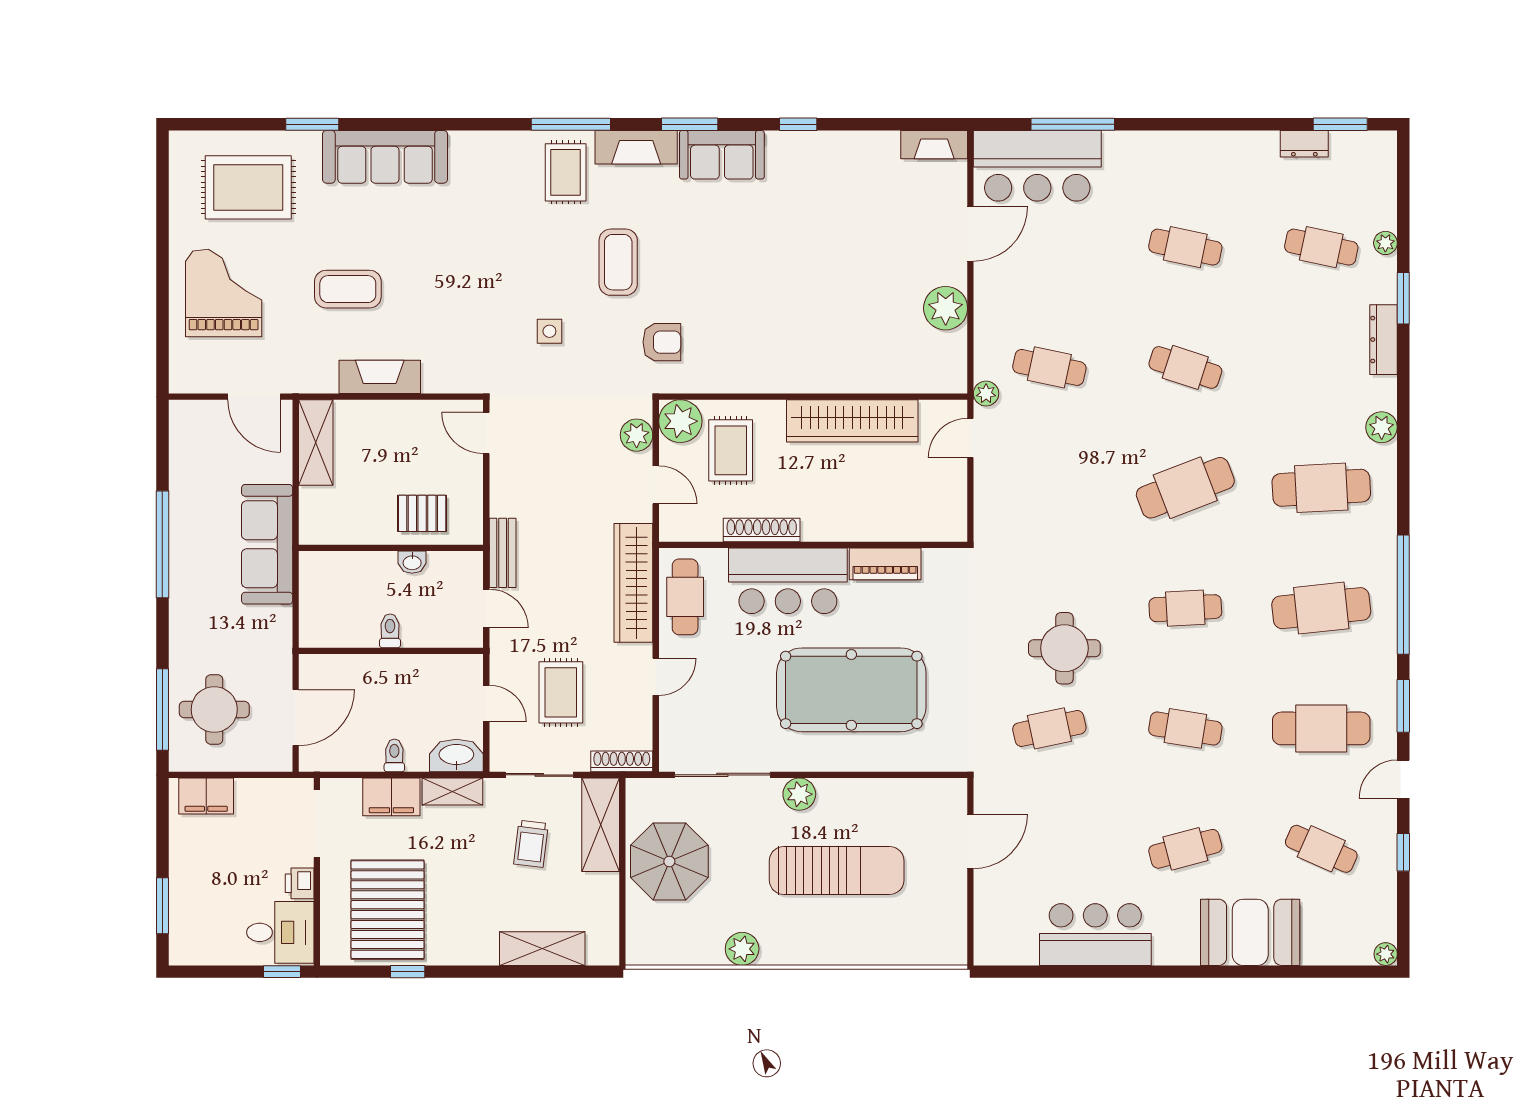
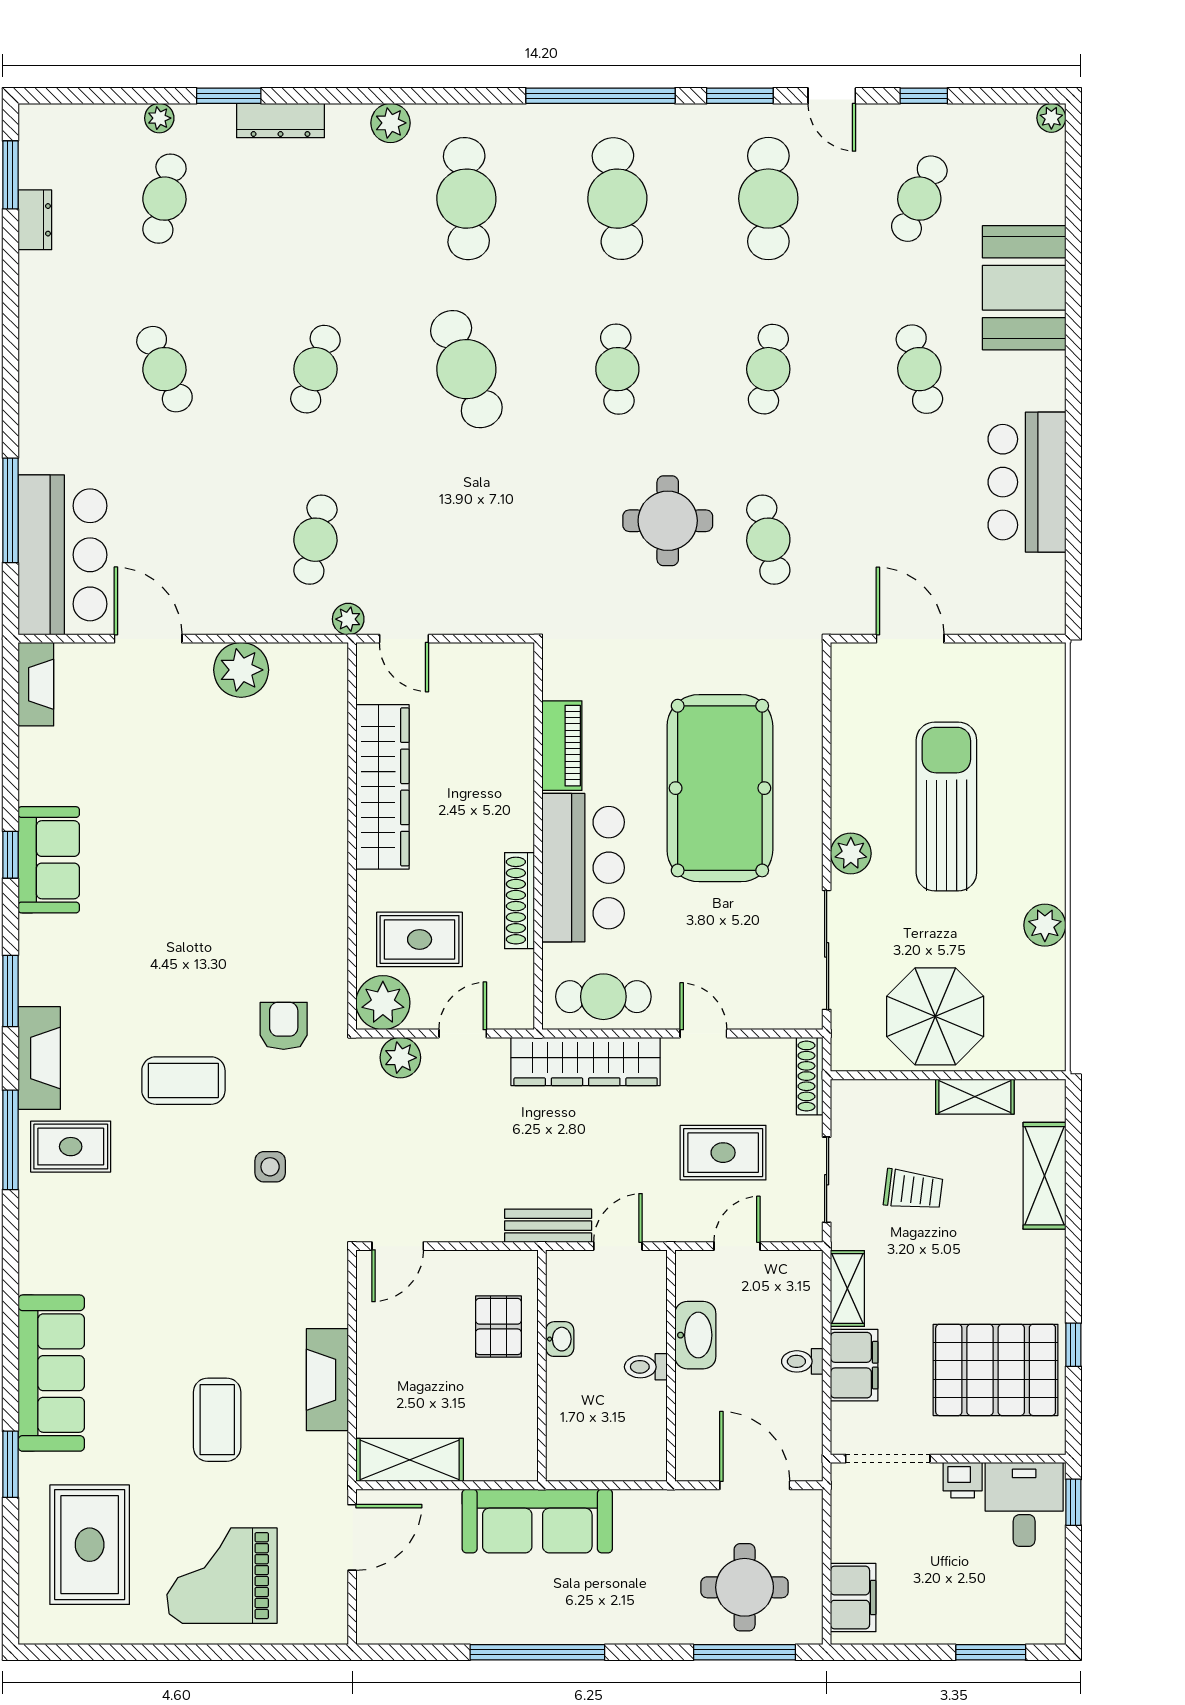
sofa: (722, 155) -> (49, 860), moved
cafe table: (1185, 247) -> (164, 369), turned -36
washbasin: (456, 755) -> (695, 1335), moved, turned 180
shelving: (601, 825) -> (975, 1097), moved, width x0.67, depth x0.75

